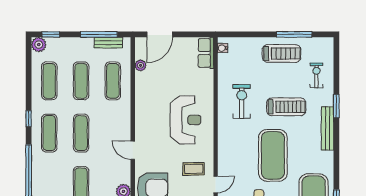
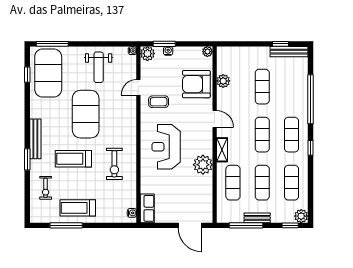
door: (160, 34) -> (190, 225), swing flipped
bench: (108, 43) -> (257, 218), moved
plant: (140, 65) -> (203, 165), moved, width x1.87, depth x1.87
shelving: (125, 117) -> (222, 150), added

